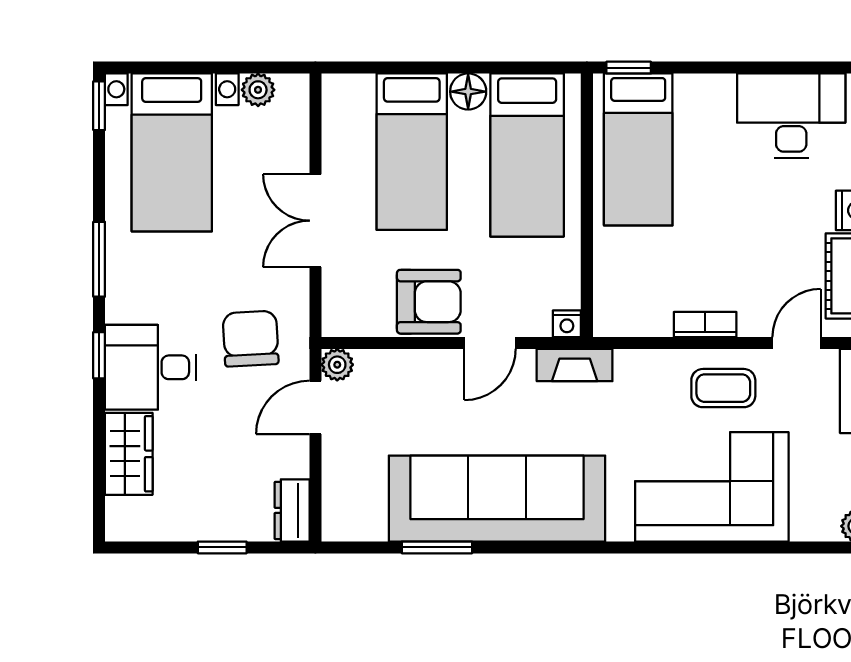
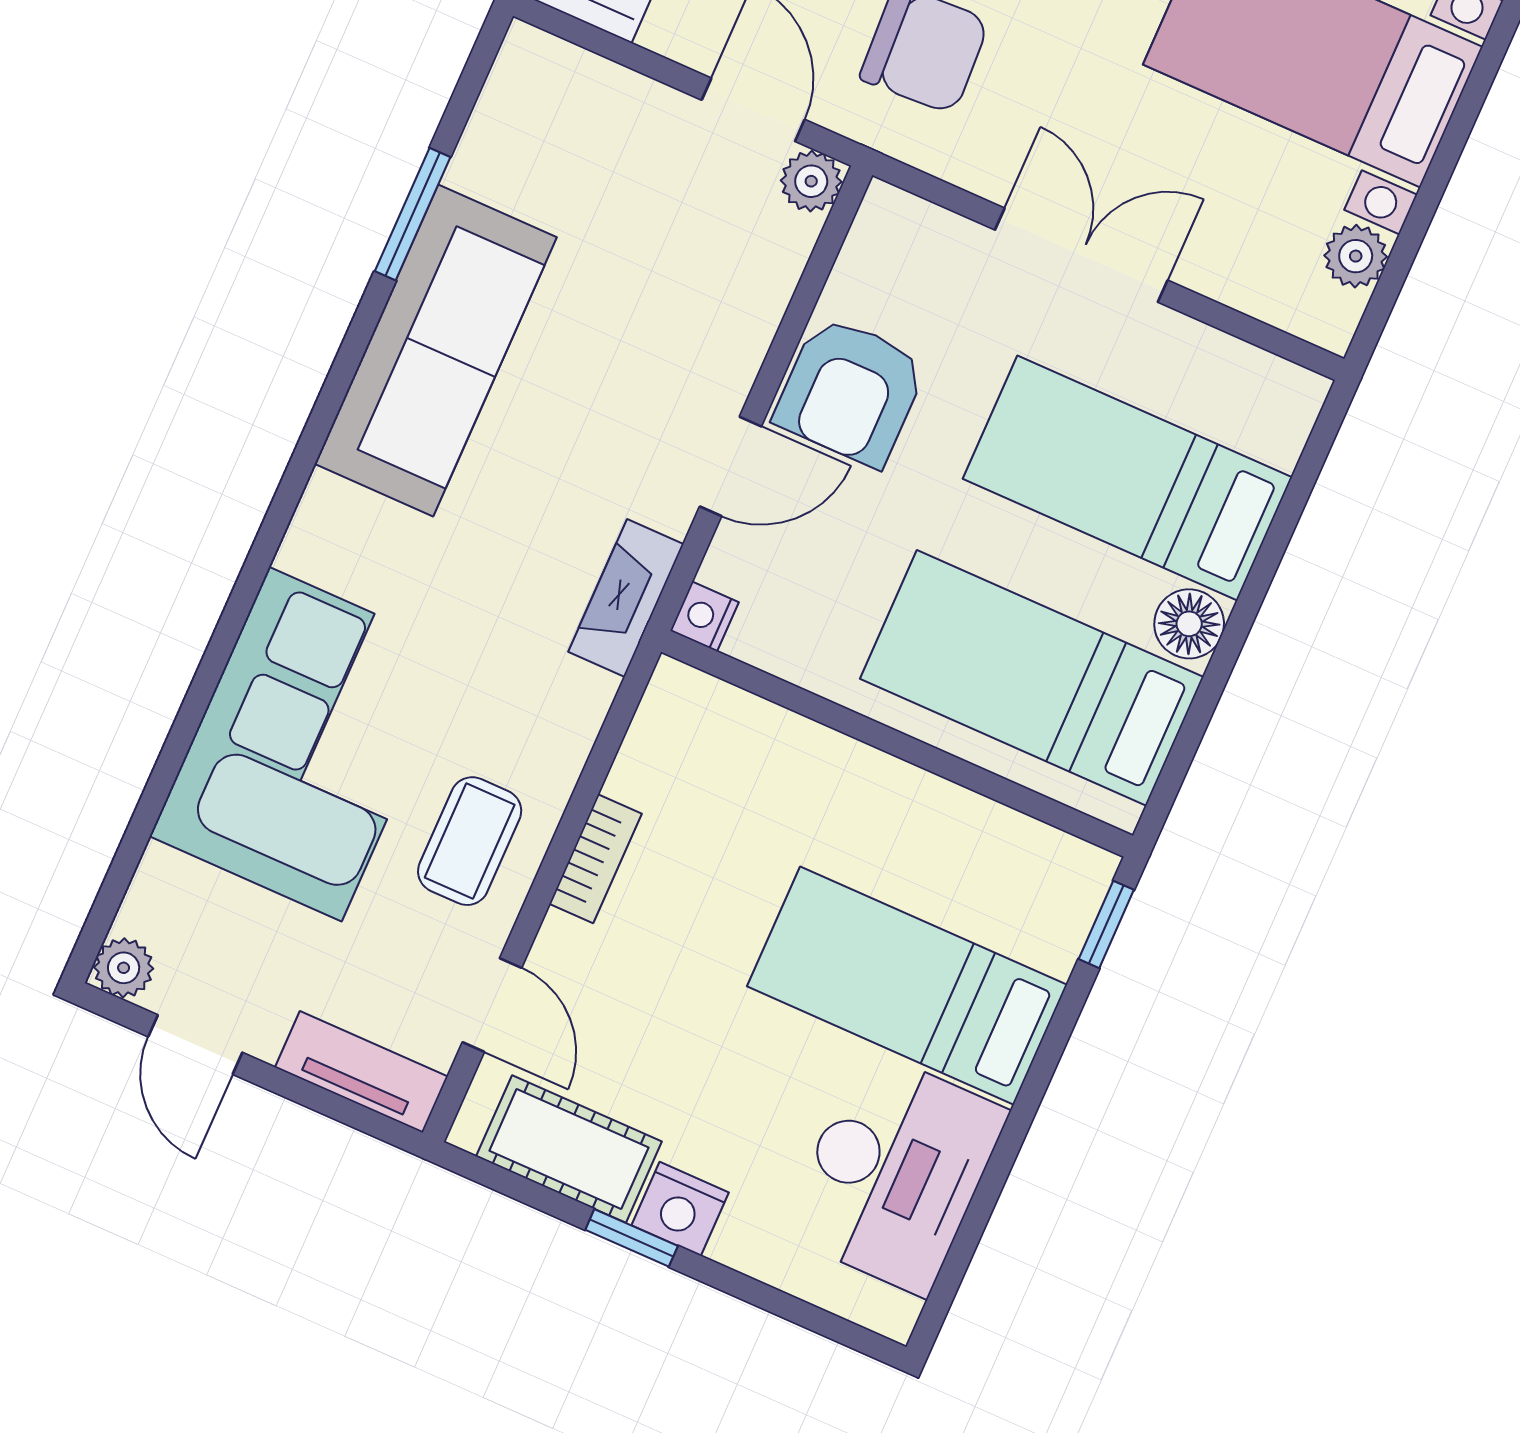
bed: (638, 149) -> (907, 986), moved
door: (490, 343) -> (731, 466), swing flipped
sofa: (497, 499) -> (436, 351), width x0.74, depth x0.79

